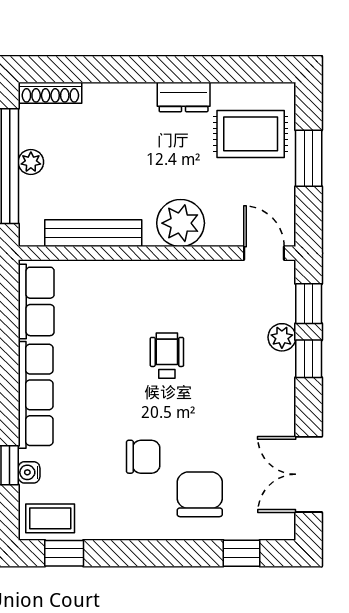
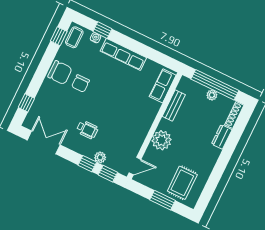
dresser: (184, 97) -> (222, 137), moved
bench: (93, 233) -> (174, 106), width x0.73
row of seats: (36, 301) -> (163, 86), moved, turned 90
wheelchair: (167, 356) -> (87, 130), moved
chair: (200, 494) -> (60, 73), moved

